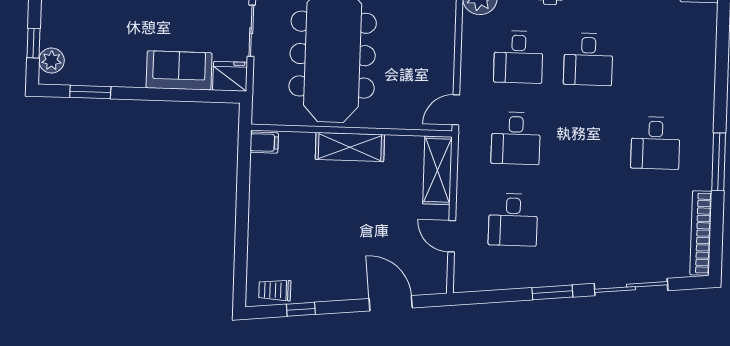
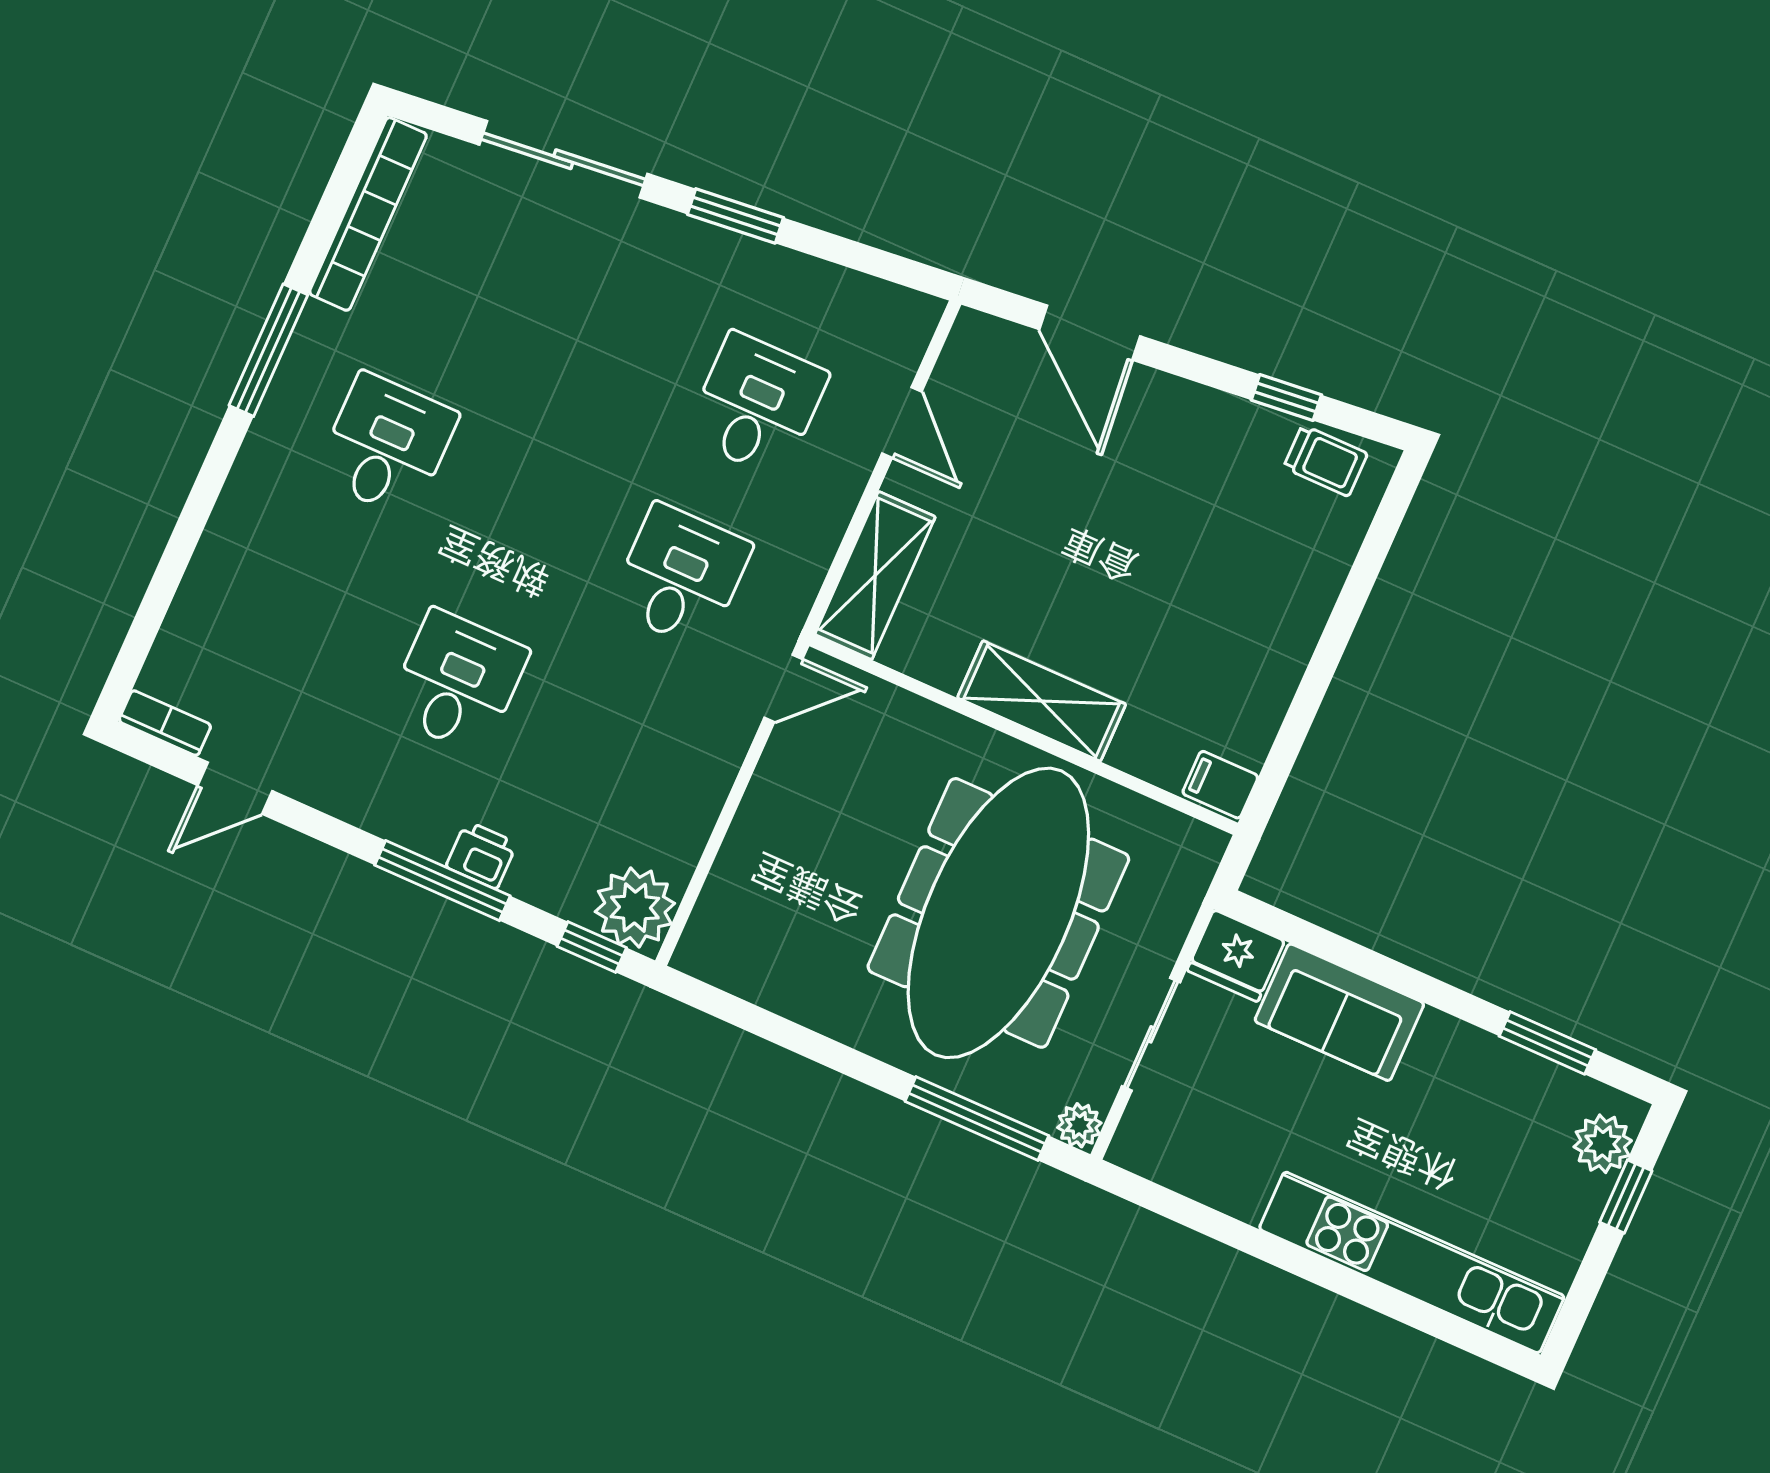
desk: (518, 57) -> (604, 747), removed

